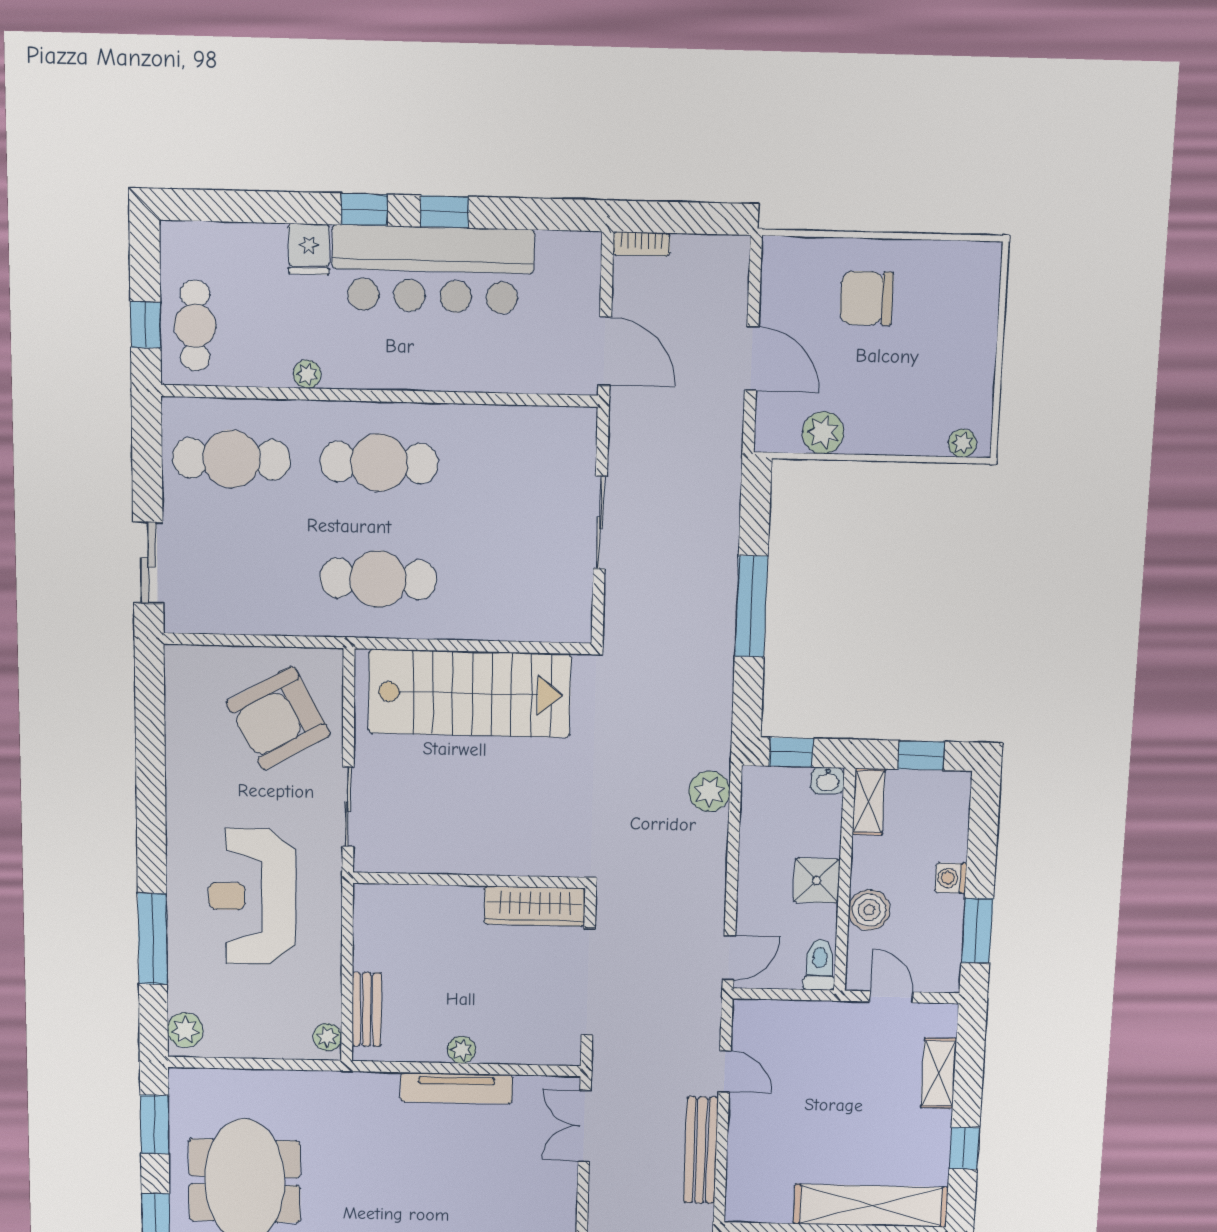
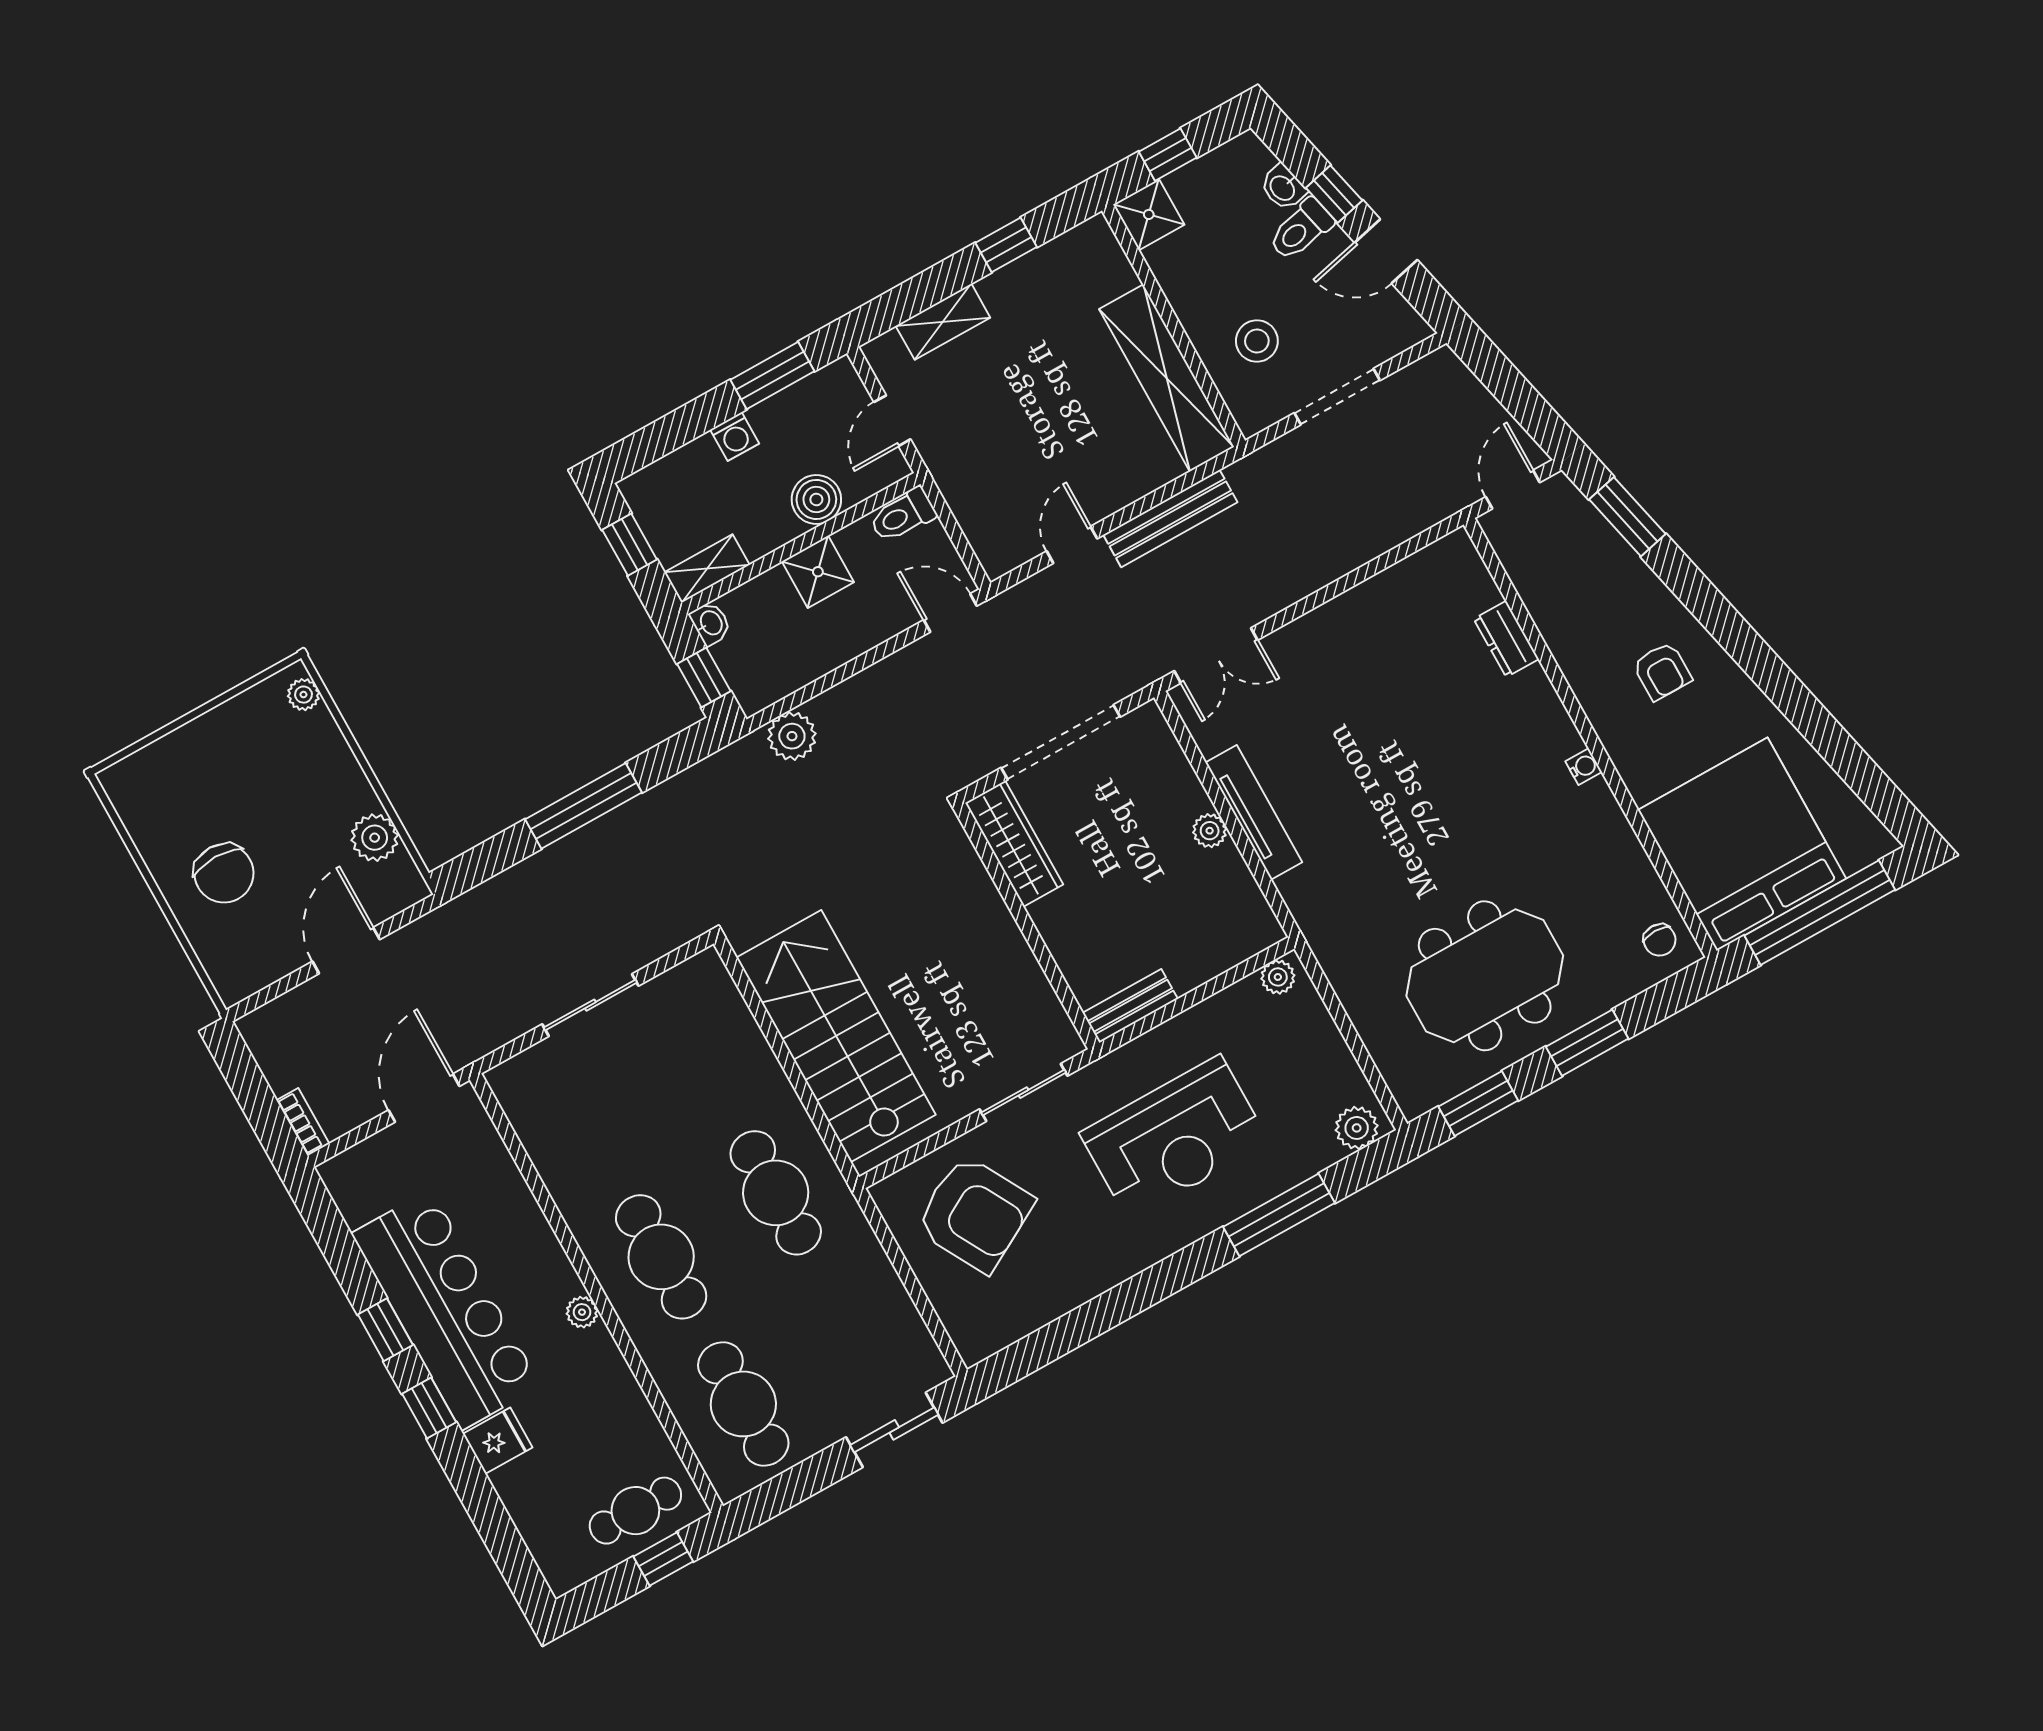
plant: (307, 374) -> (582, 1312), moved
bench: (367, 1009) -> (1130, 1006), moved
shelving: (871, 1206) -> (1167, 378), moved

